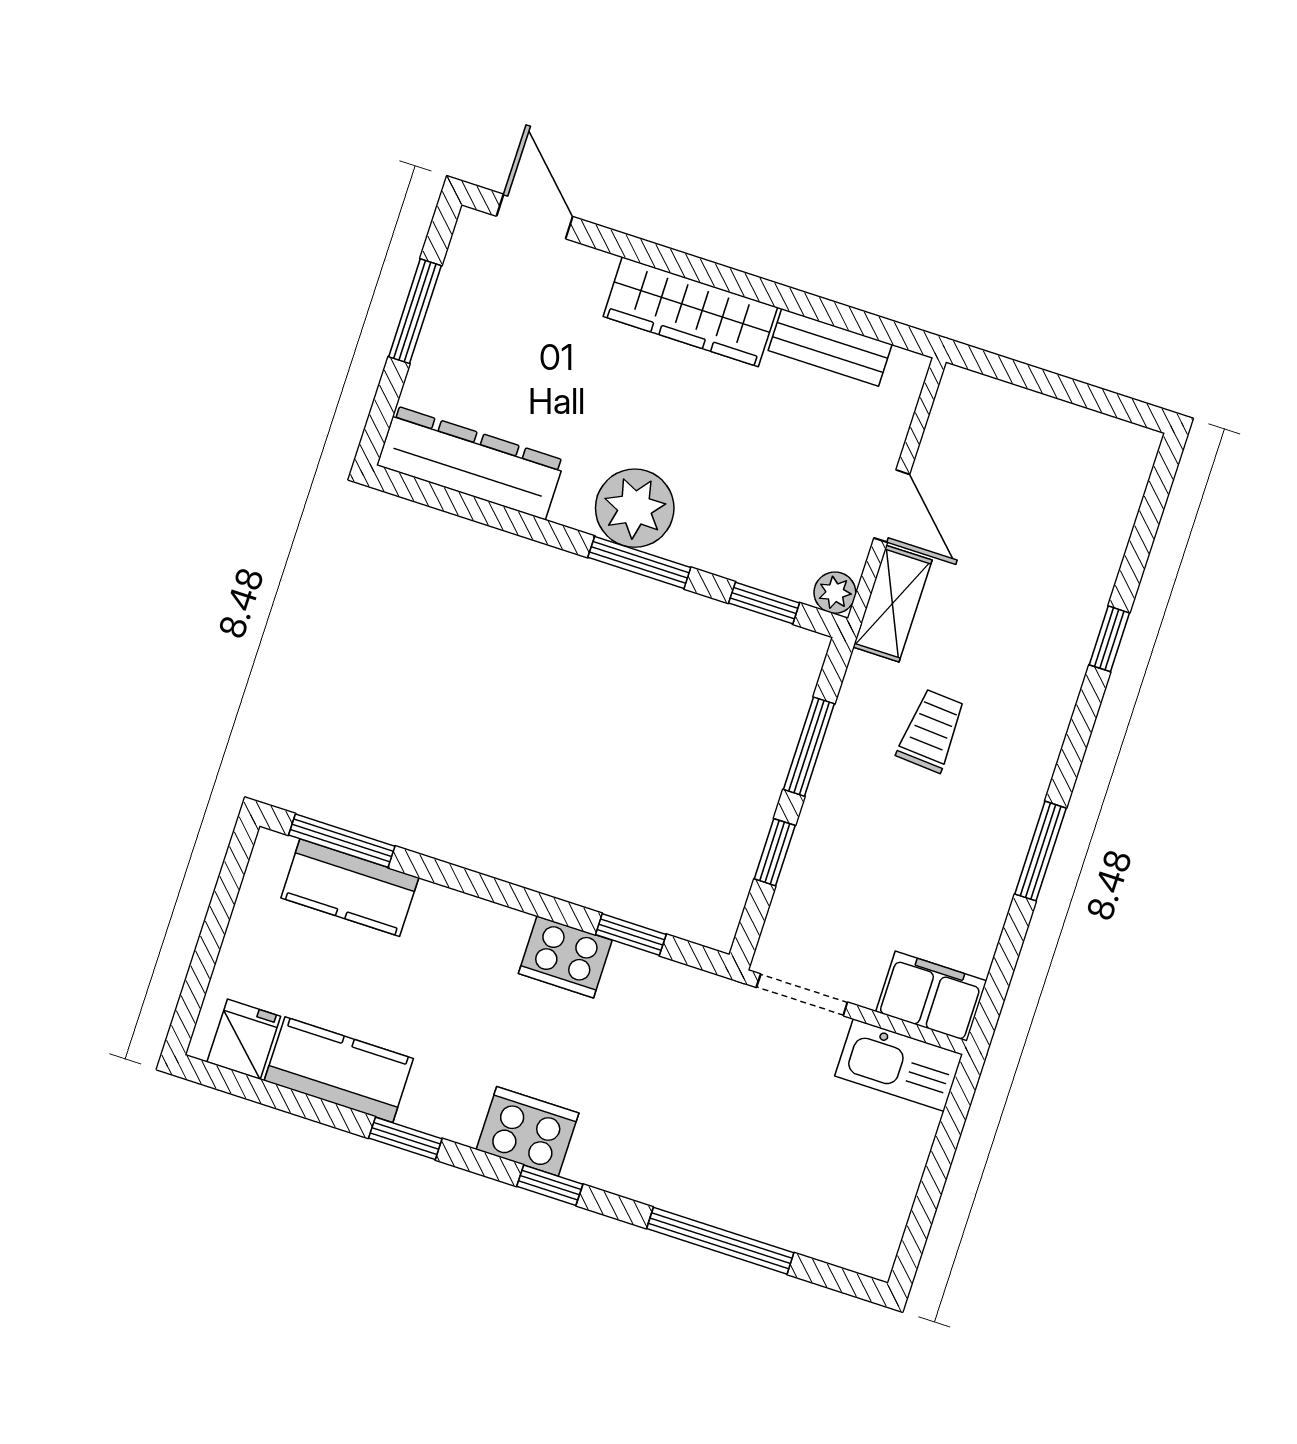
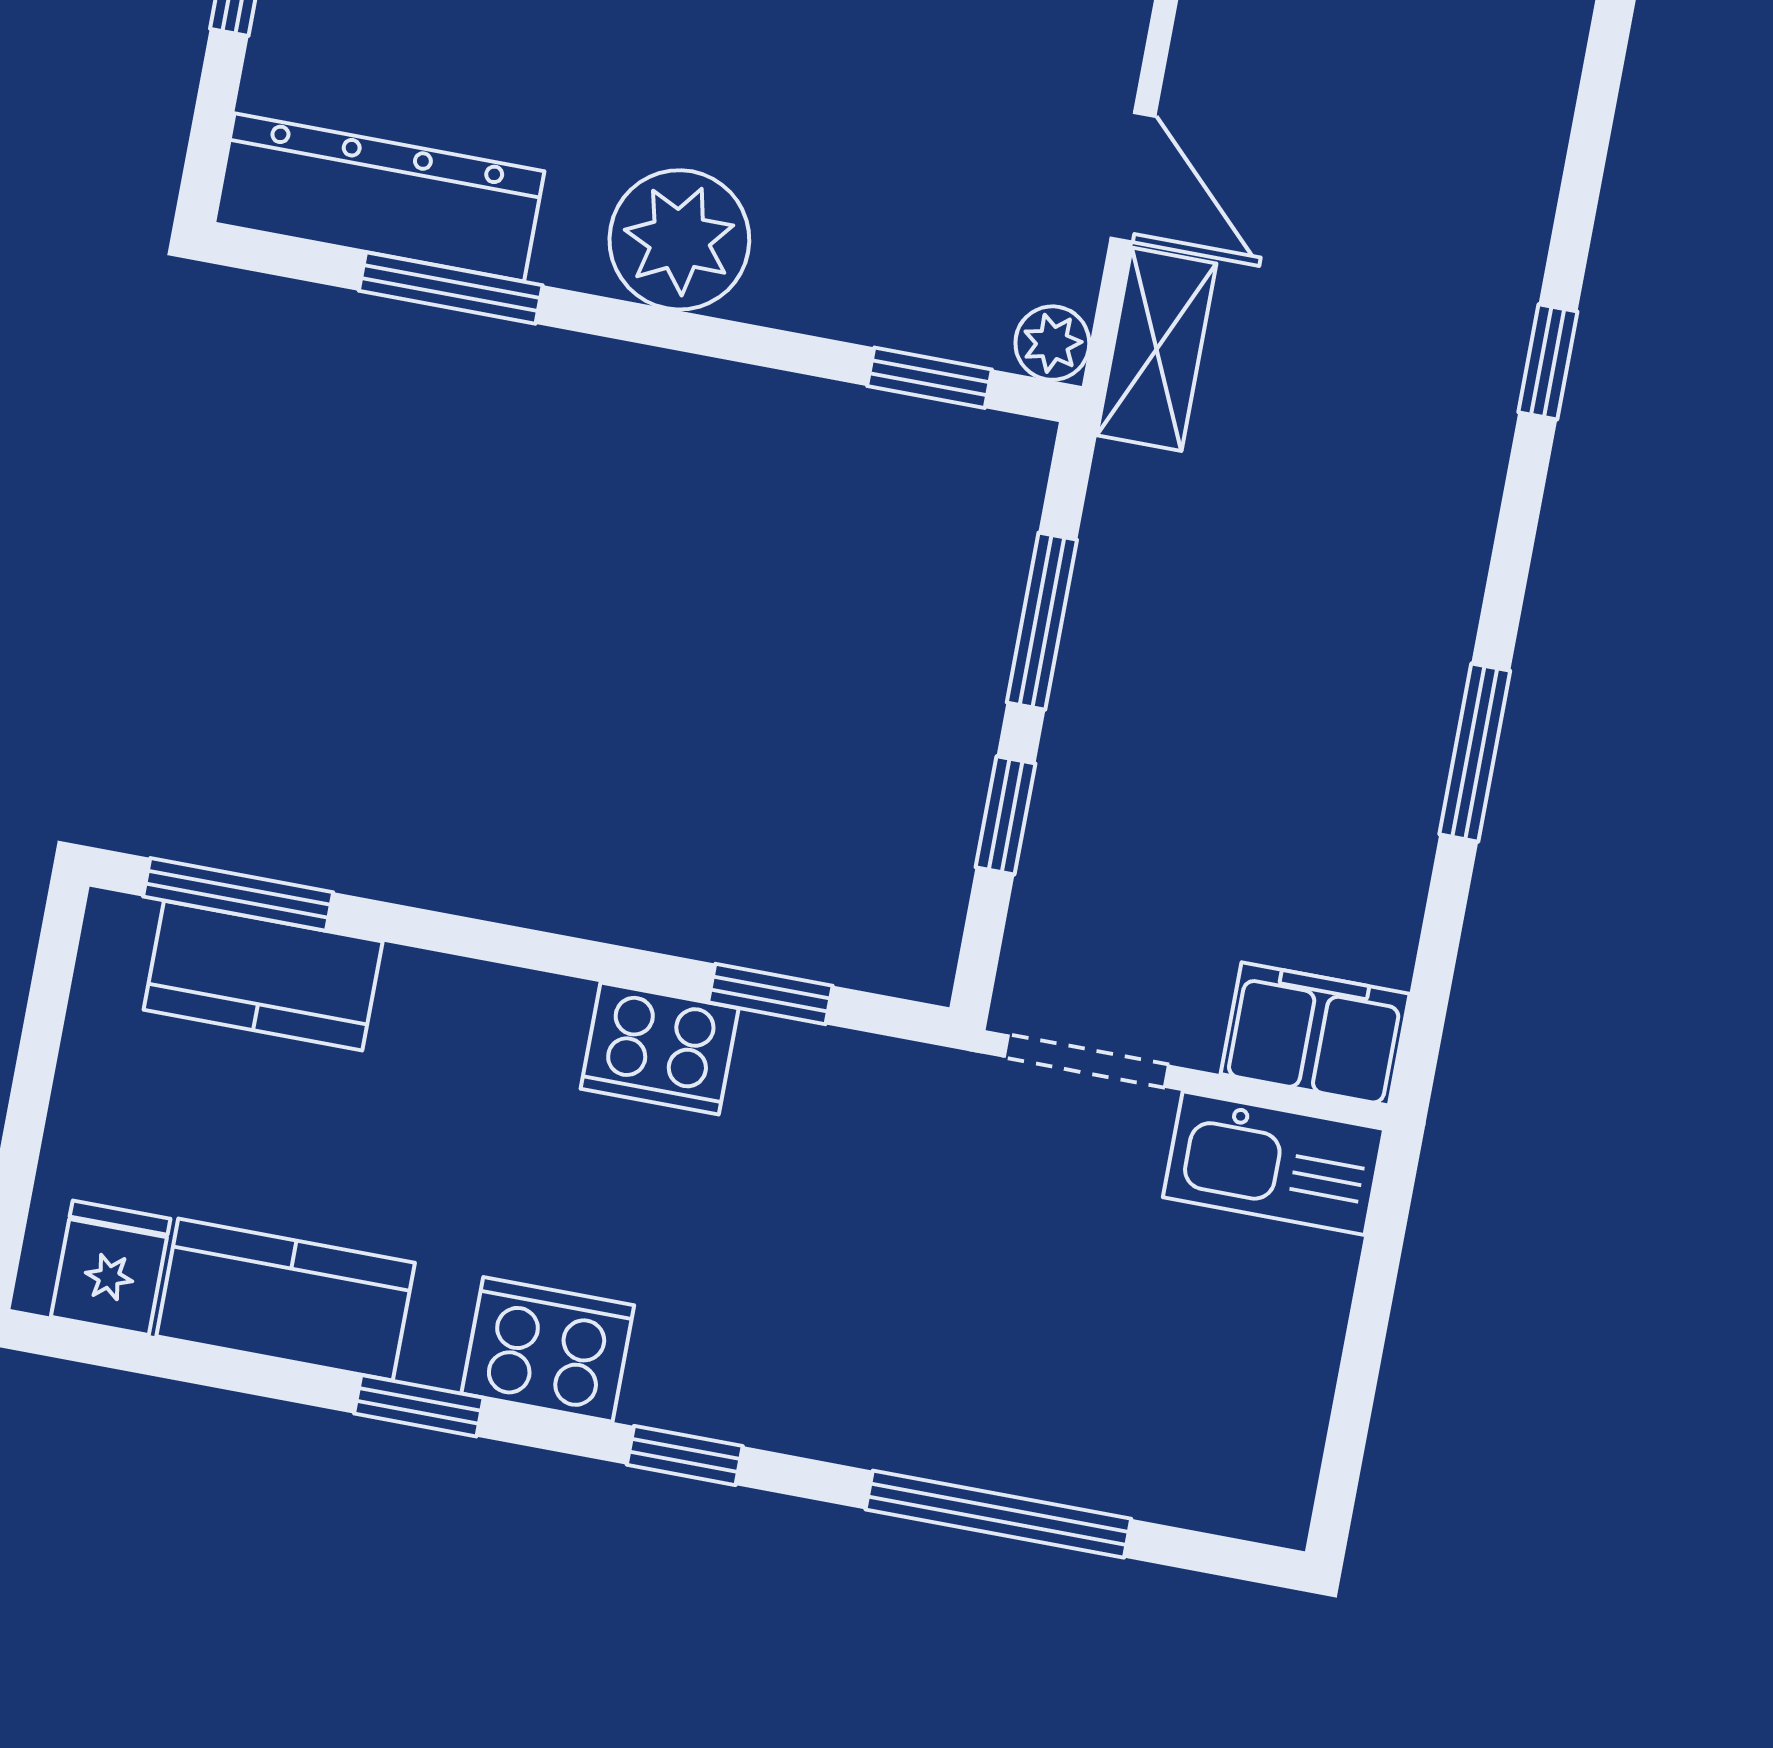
window: (639, 562) -> (451, 288), moved
trolley: (931, 731) -> (1254, 565), removed
cooker: (528, 1131) -> (548, 1349), moved

